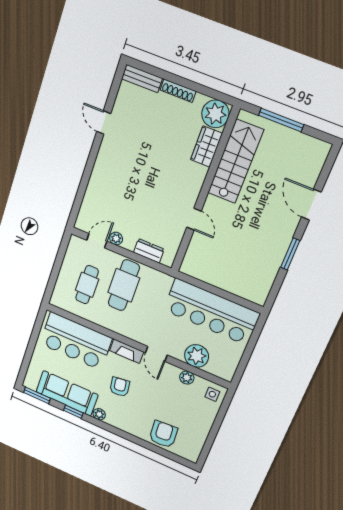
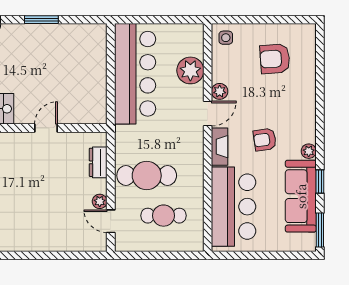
plant: (187, 378) -> (220, 91), moved
armchair: (163, 434) -> (275, 59), moved

